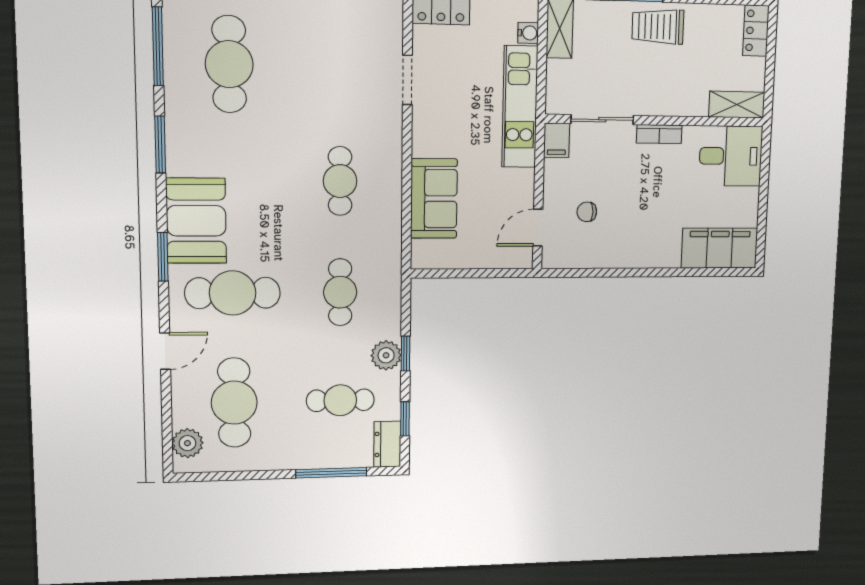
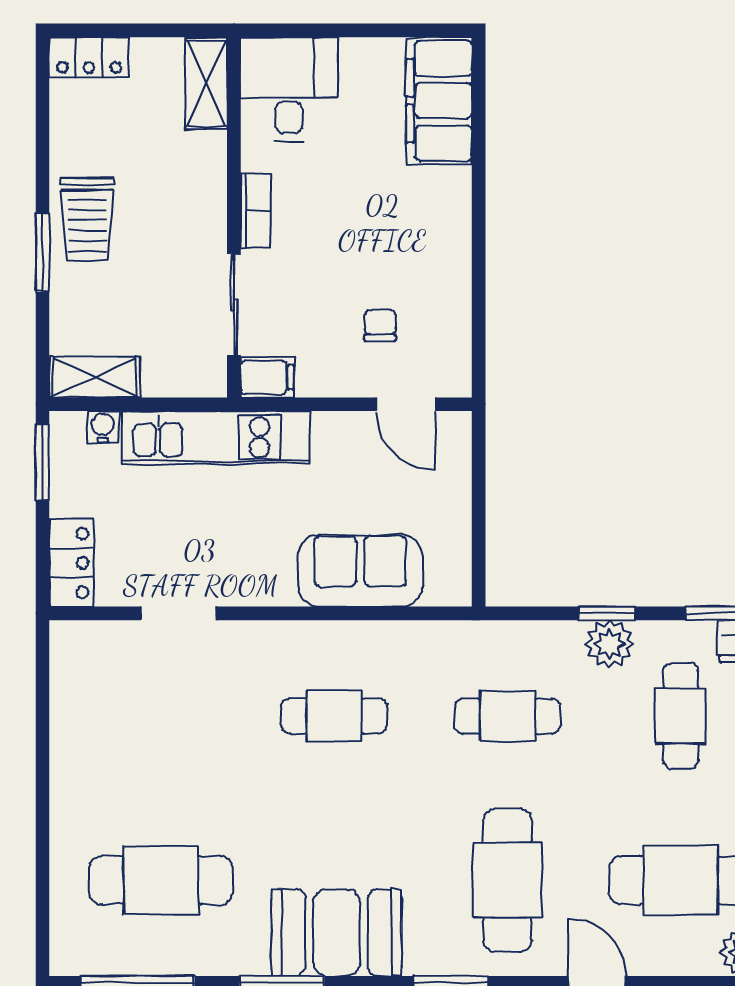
chair: (587, 212) -> (380, 325), turned 180
booth: (196, 221) -> (337, 932), moved

